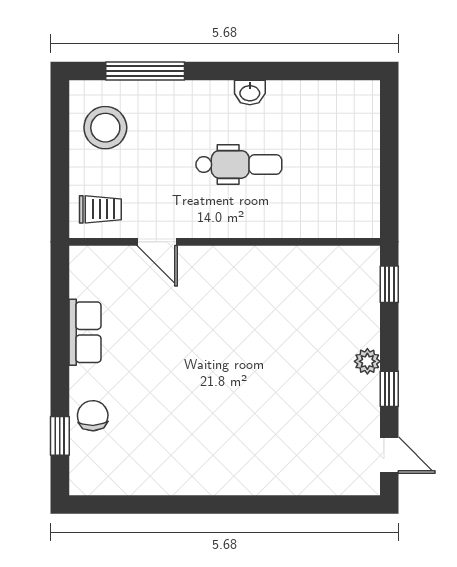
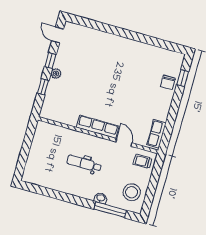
washbasin: (250, 93) -> (101, 198), moved
row of seats: (231, 262) -> (98, 127), added
window: (389, 284) -> (43, 87), moved
row of seats: (85, 332) -> (157, 134), moved

